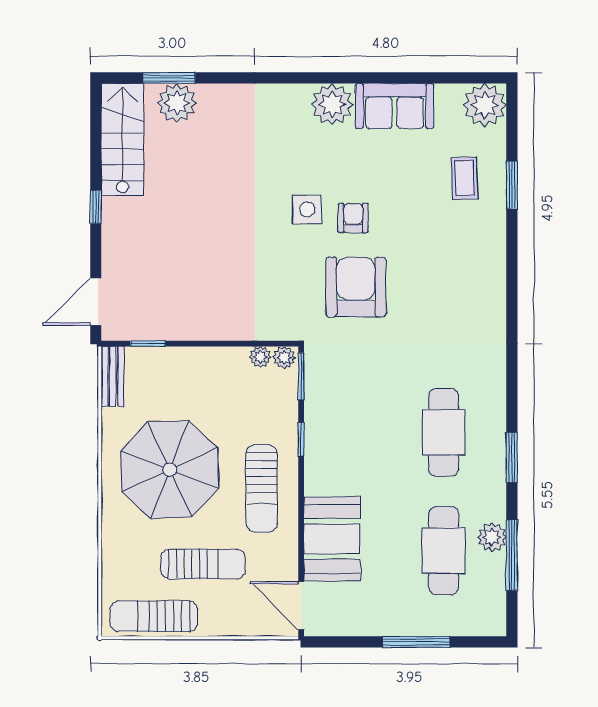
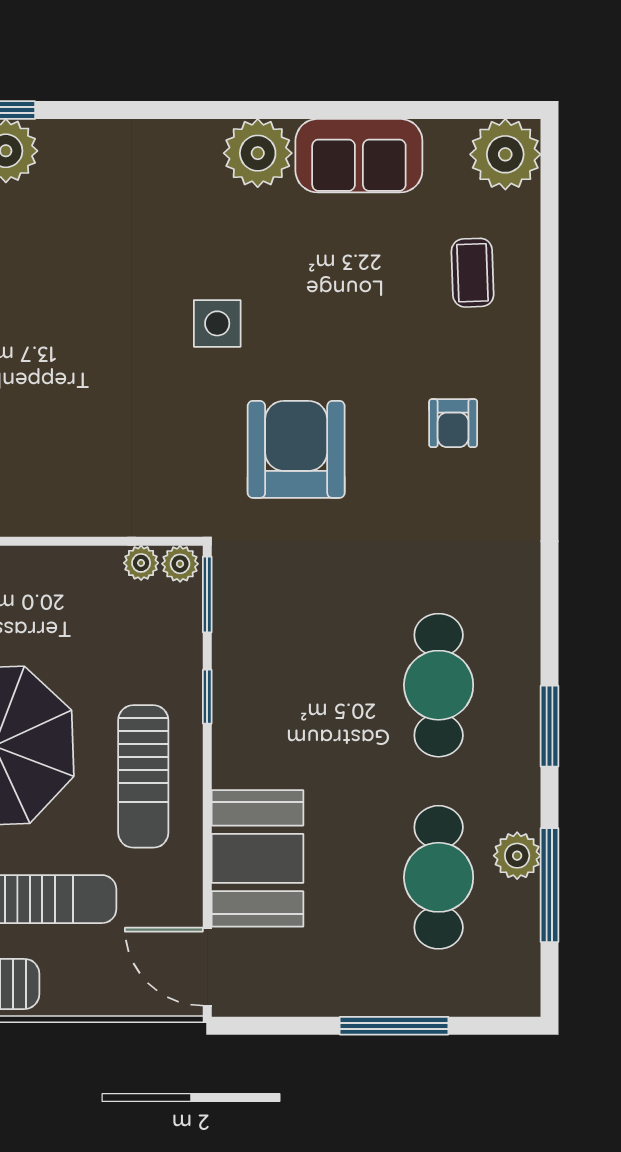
window: (512, 185) -> (550, 284), removed
armchair: (353, 218) -> (453, 423), moved, turned 180

